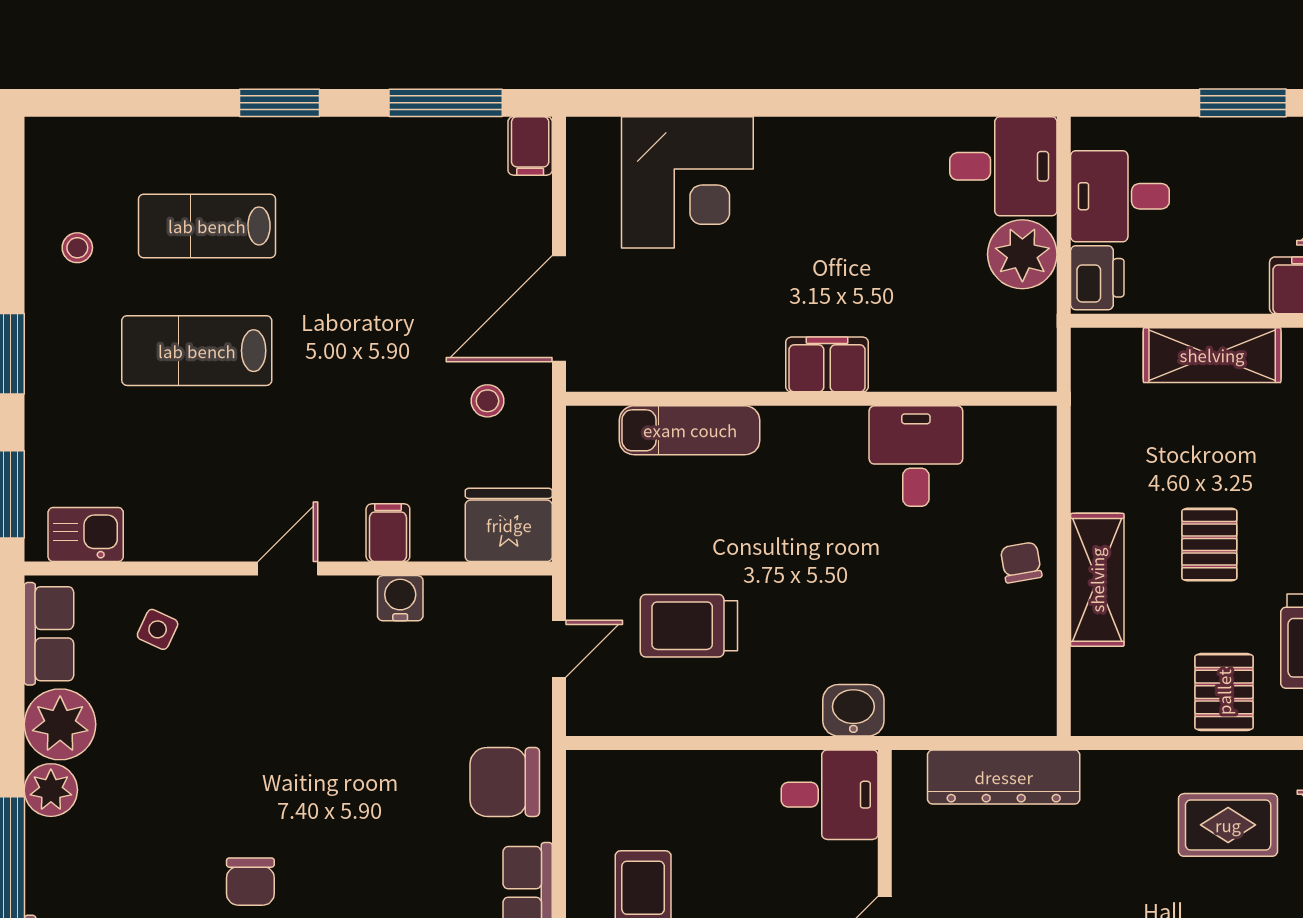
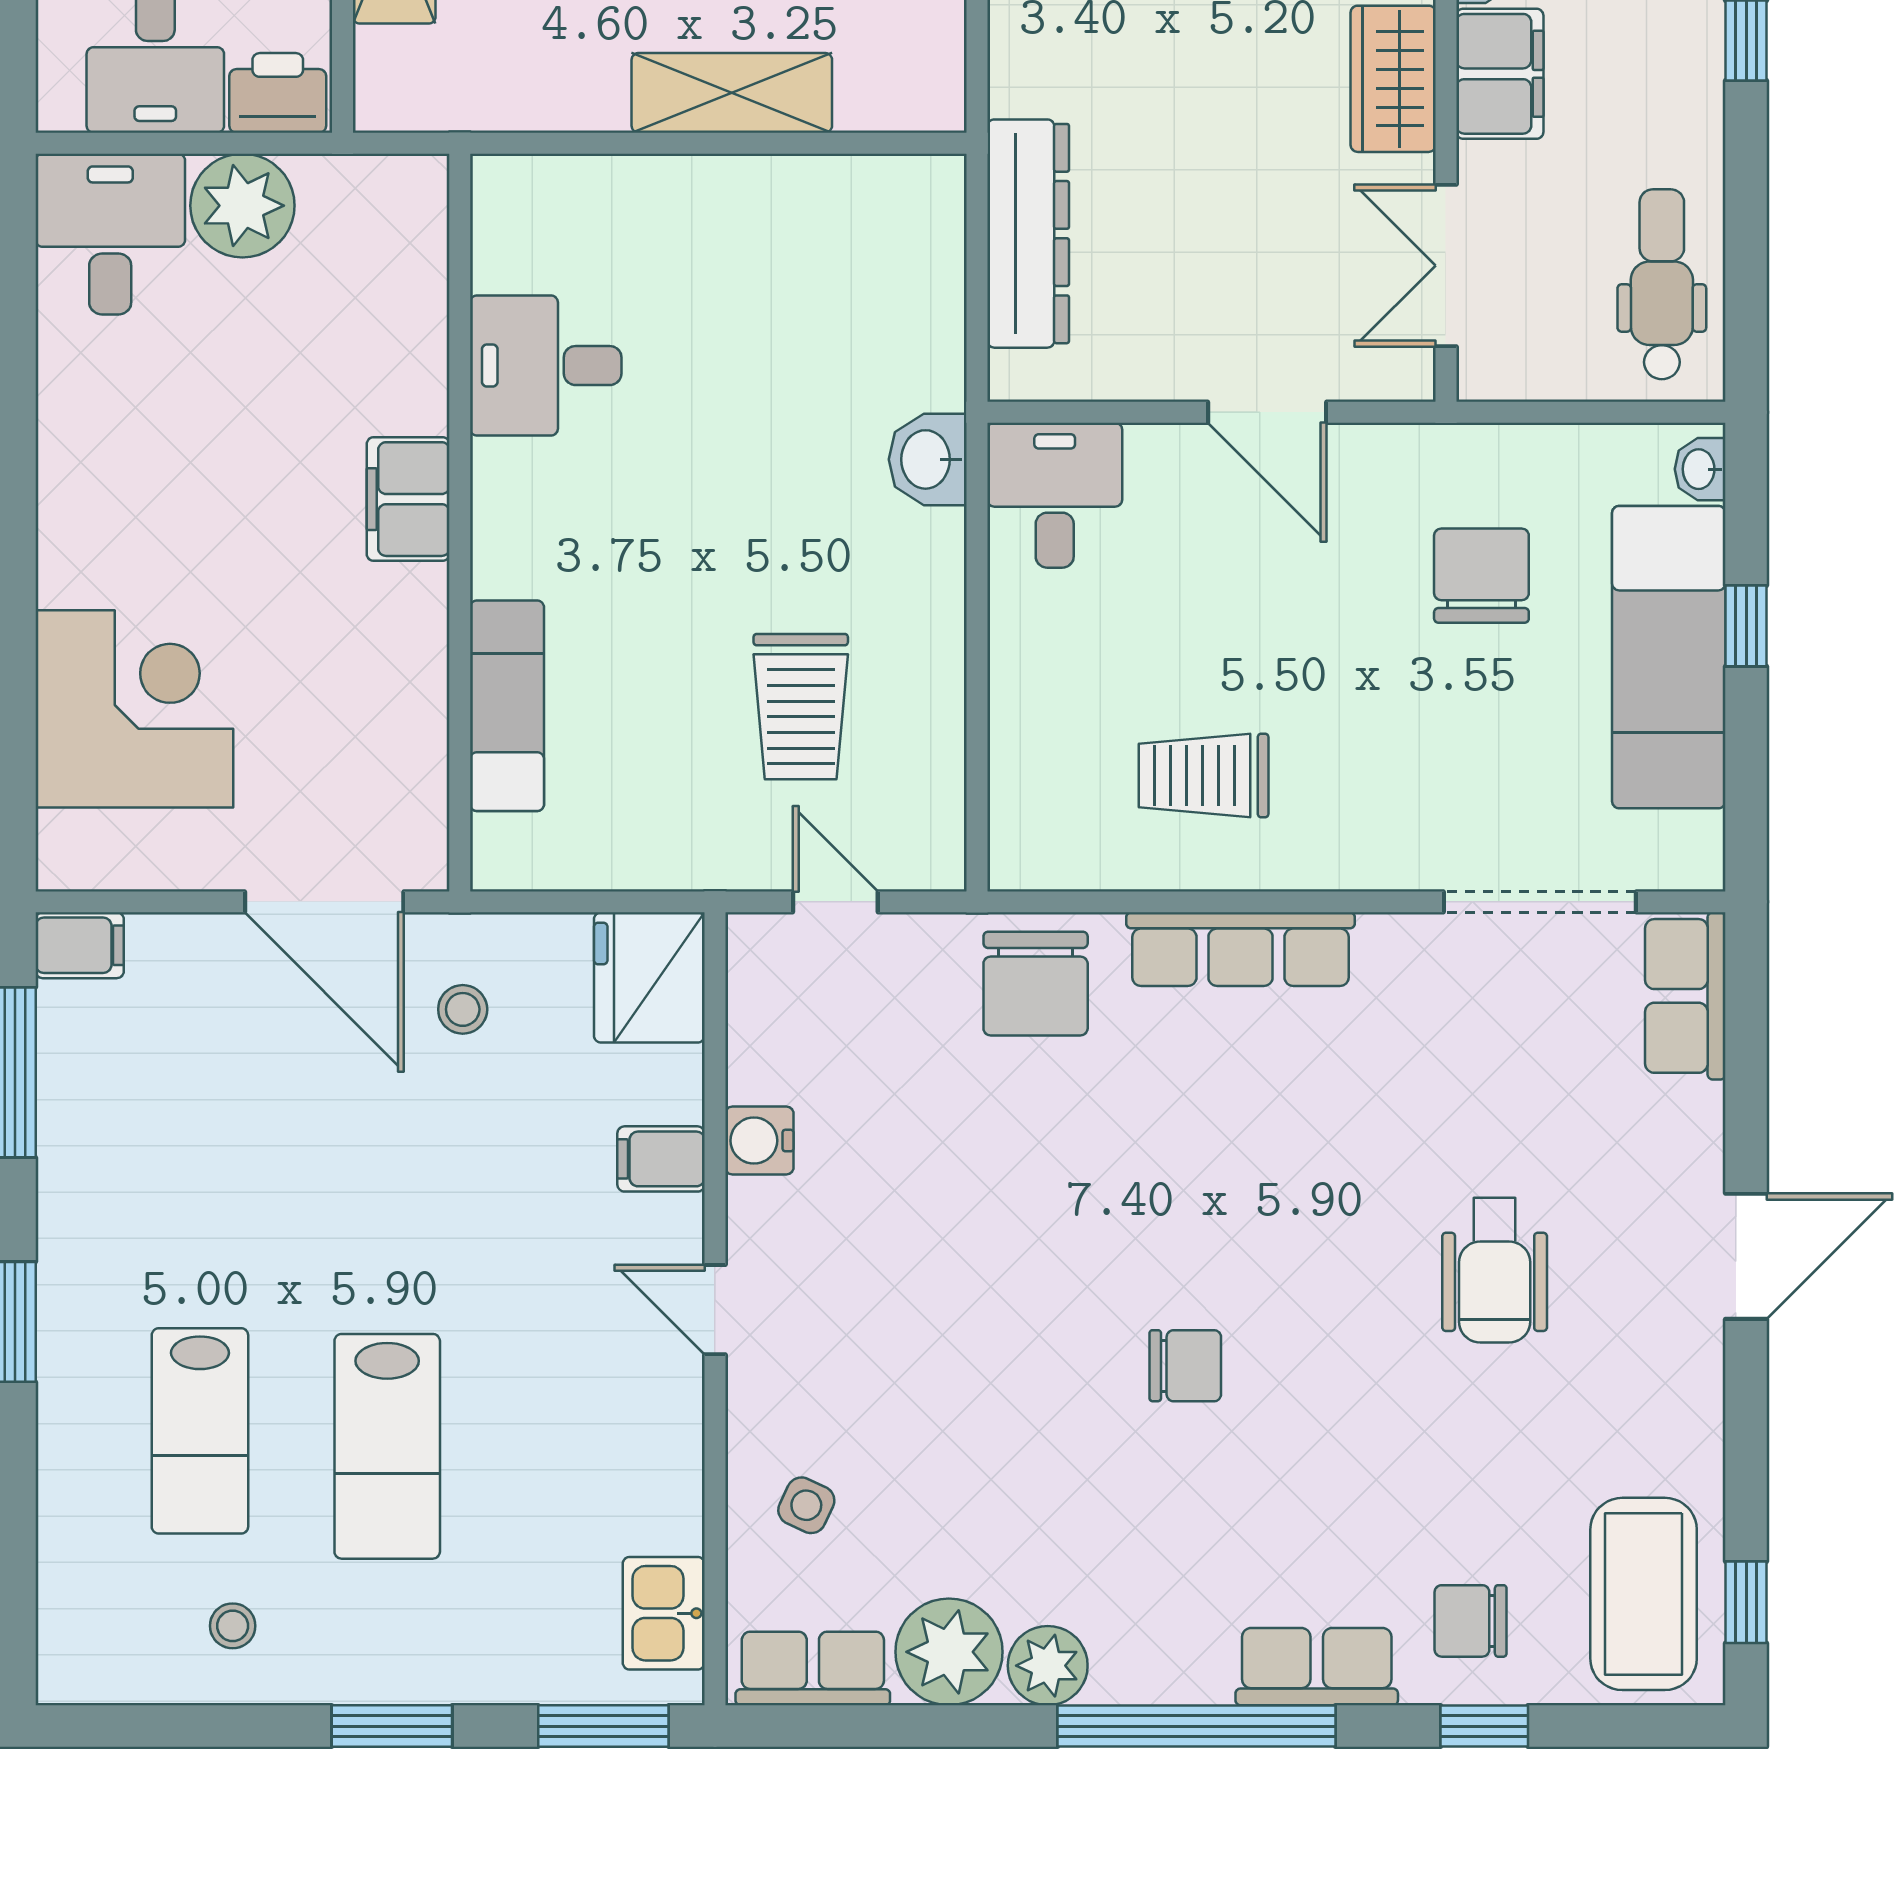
chair: (1021, 562) -> (706, 207), removed

